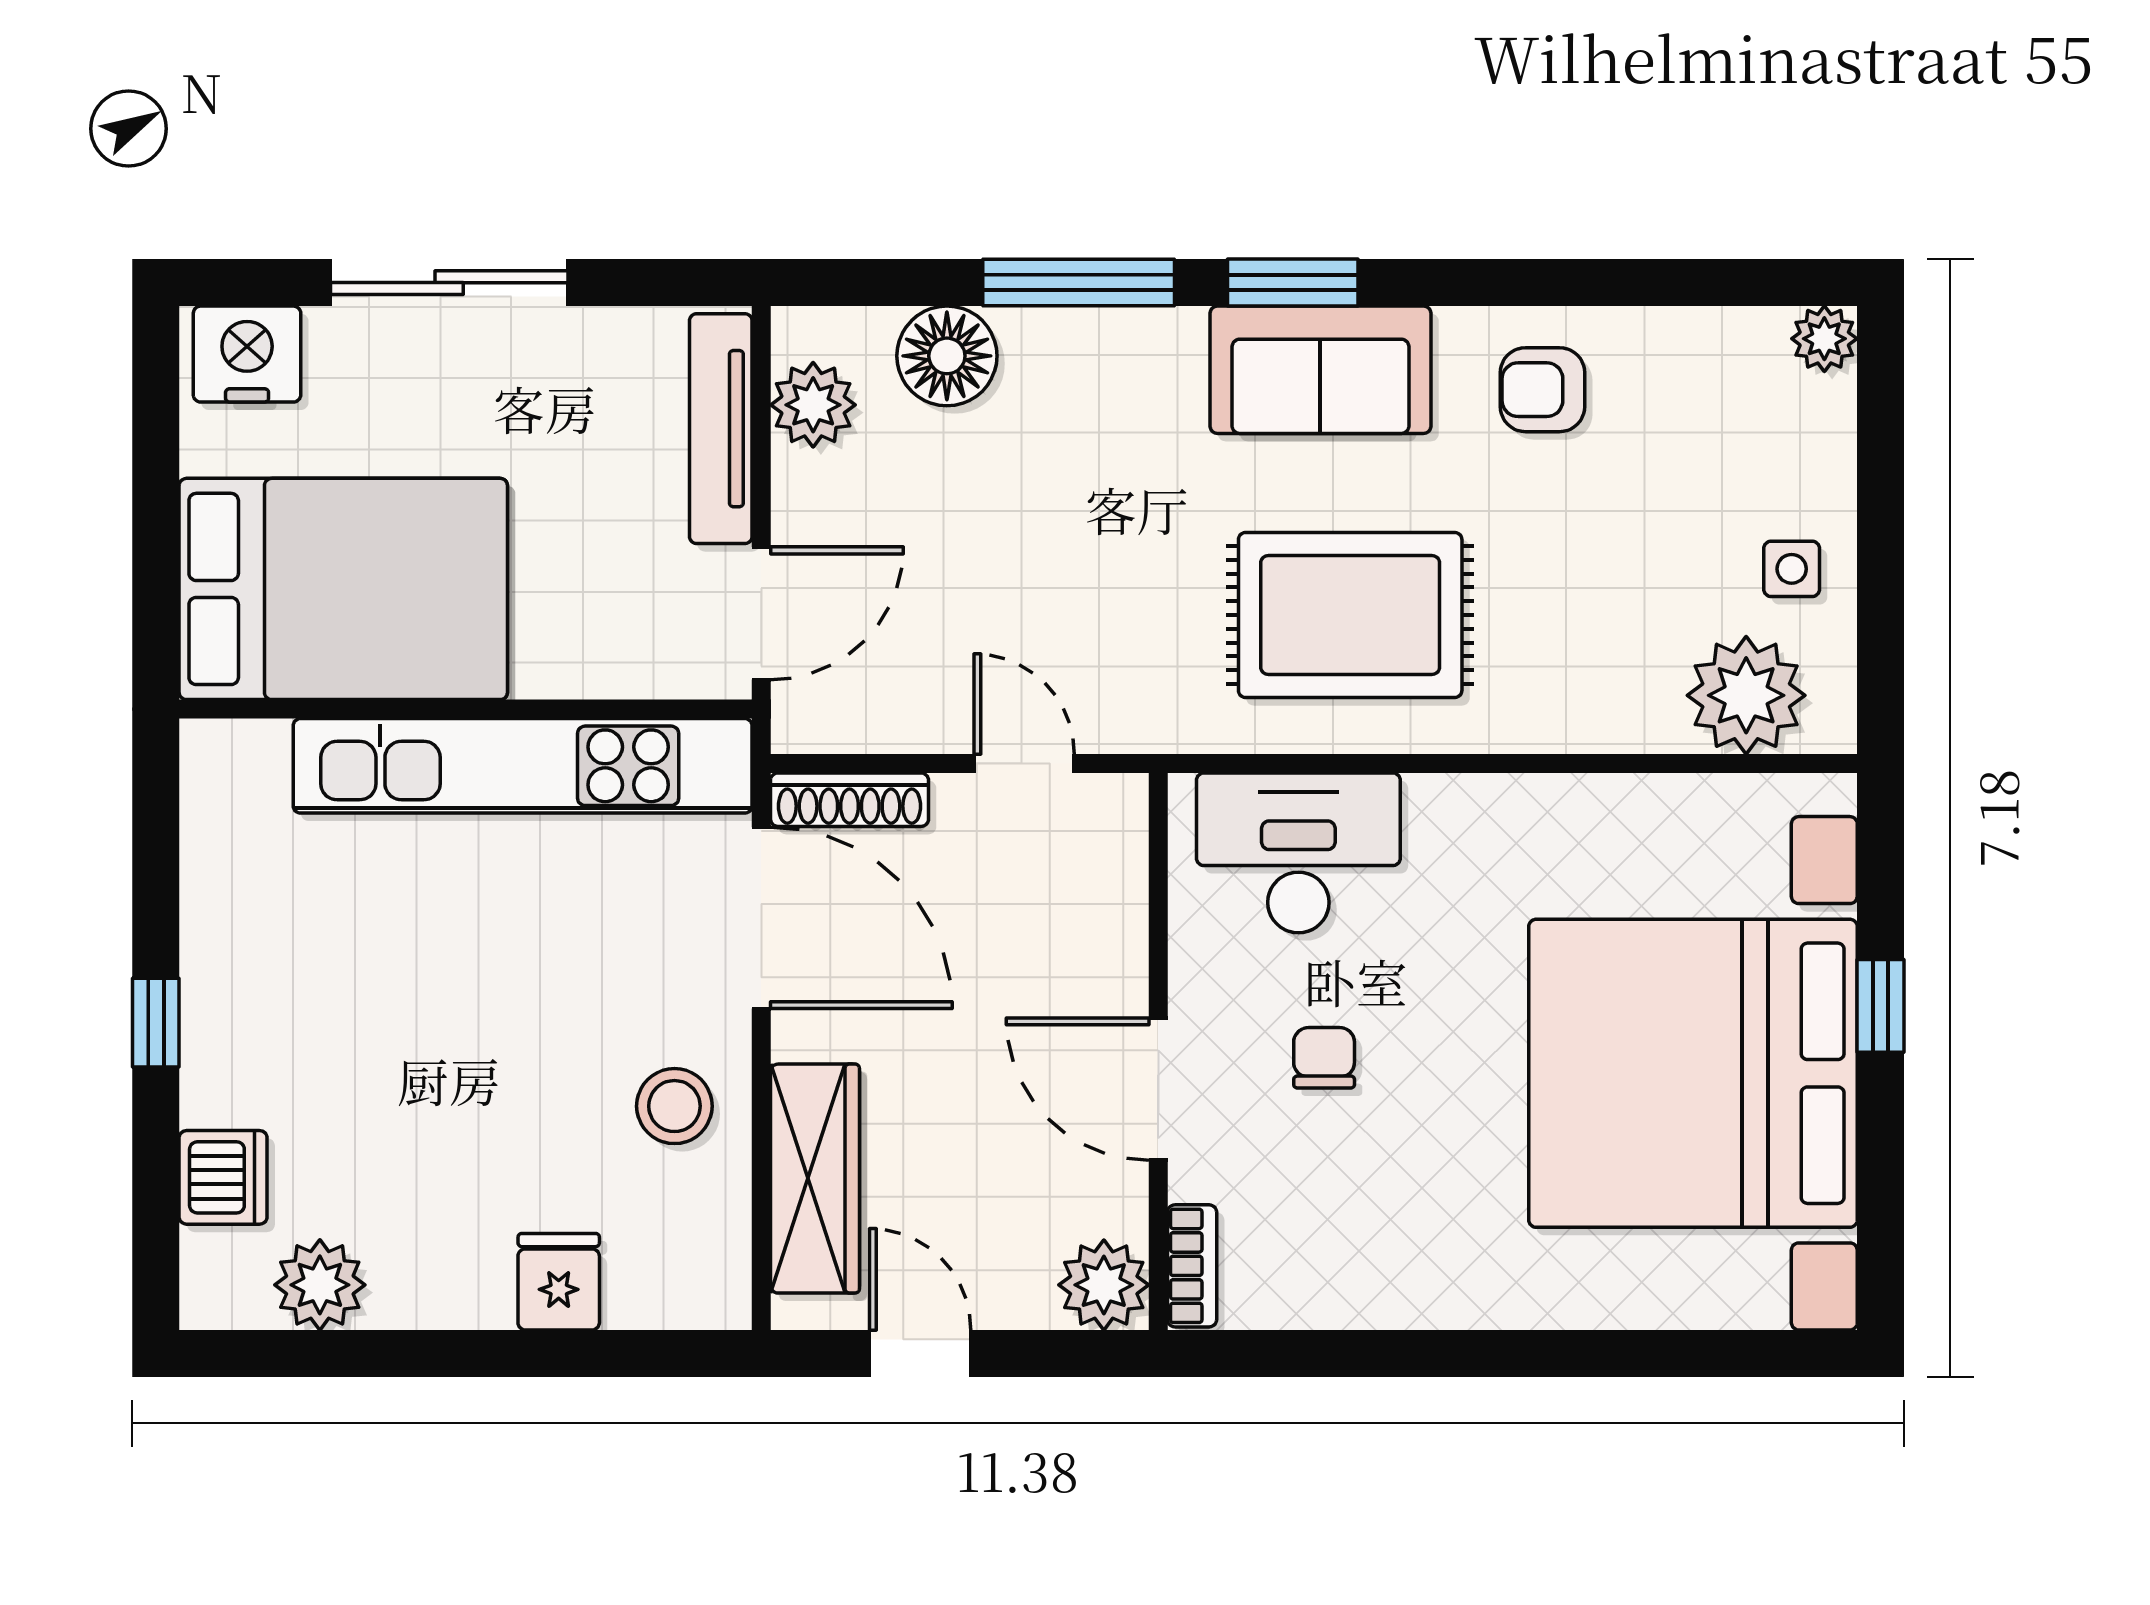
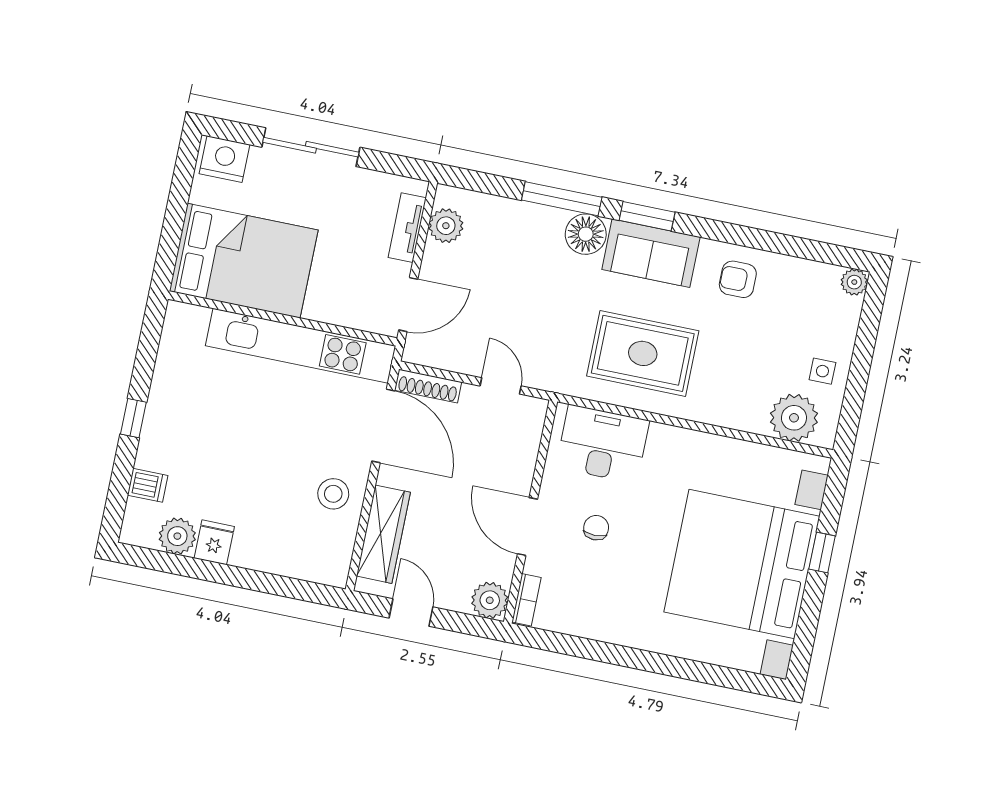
floor lamp: (947, 356) -> (586, 234), moved
tv unit: (721, 429) -> (407, 228), width x0.71
dishwasher: (223, 1177) -> (148, 485), width x0.73
fridge: (559, 1282) -> (214, 542), moved

